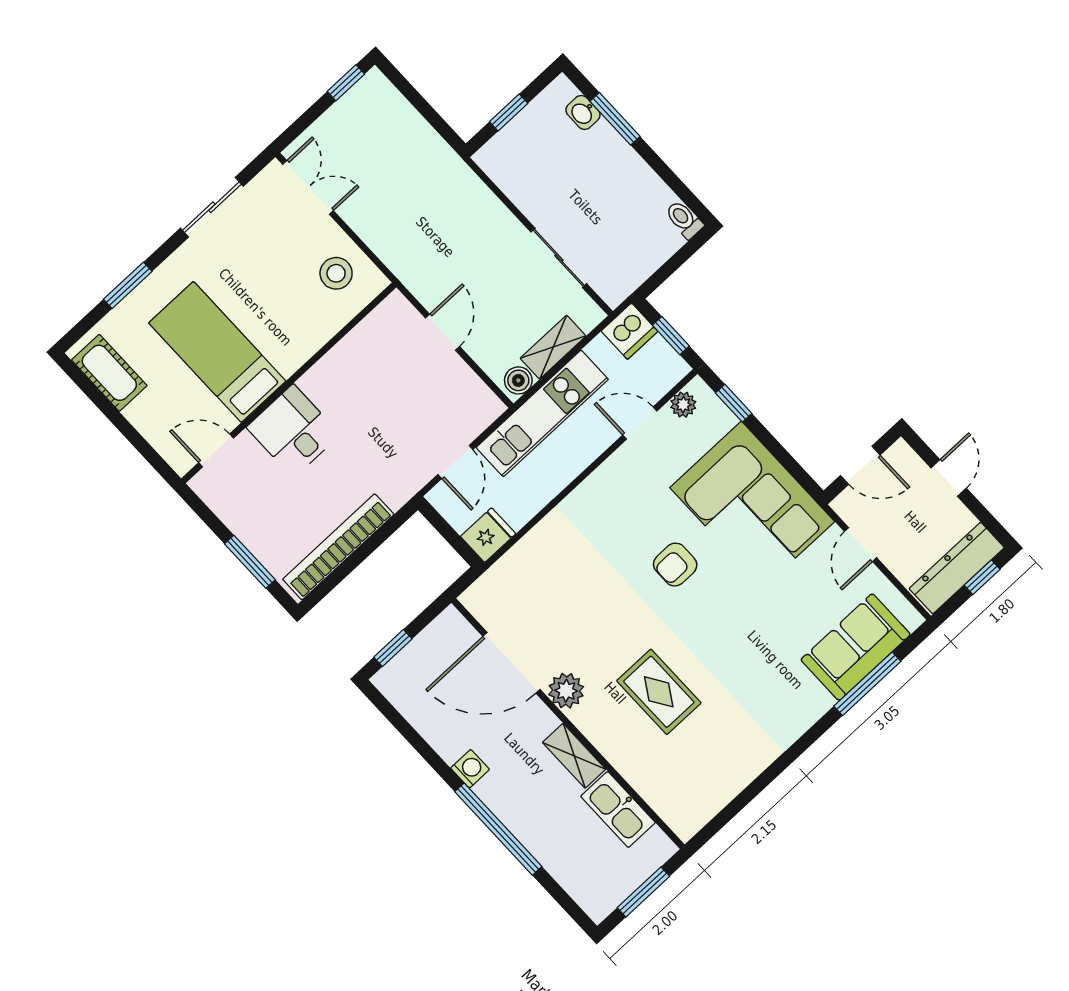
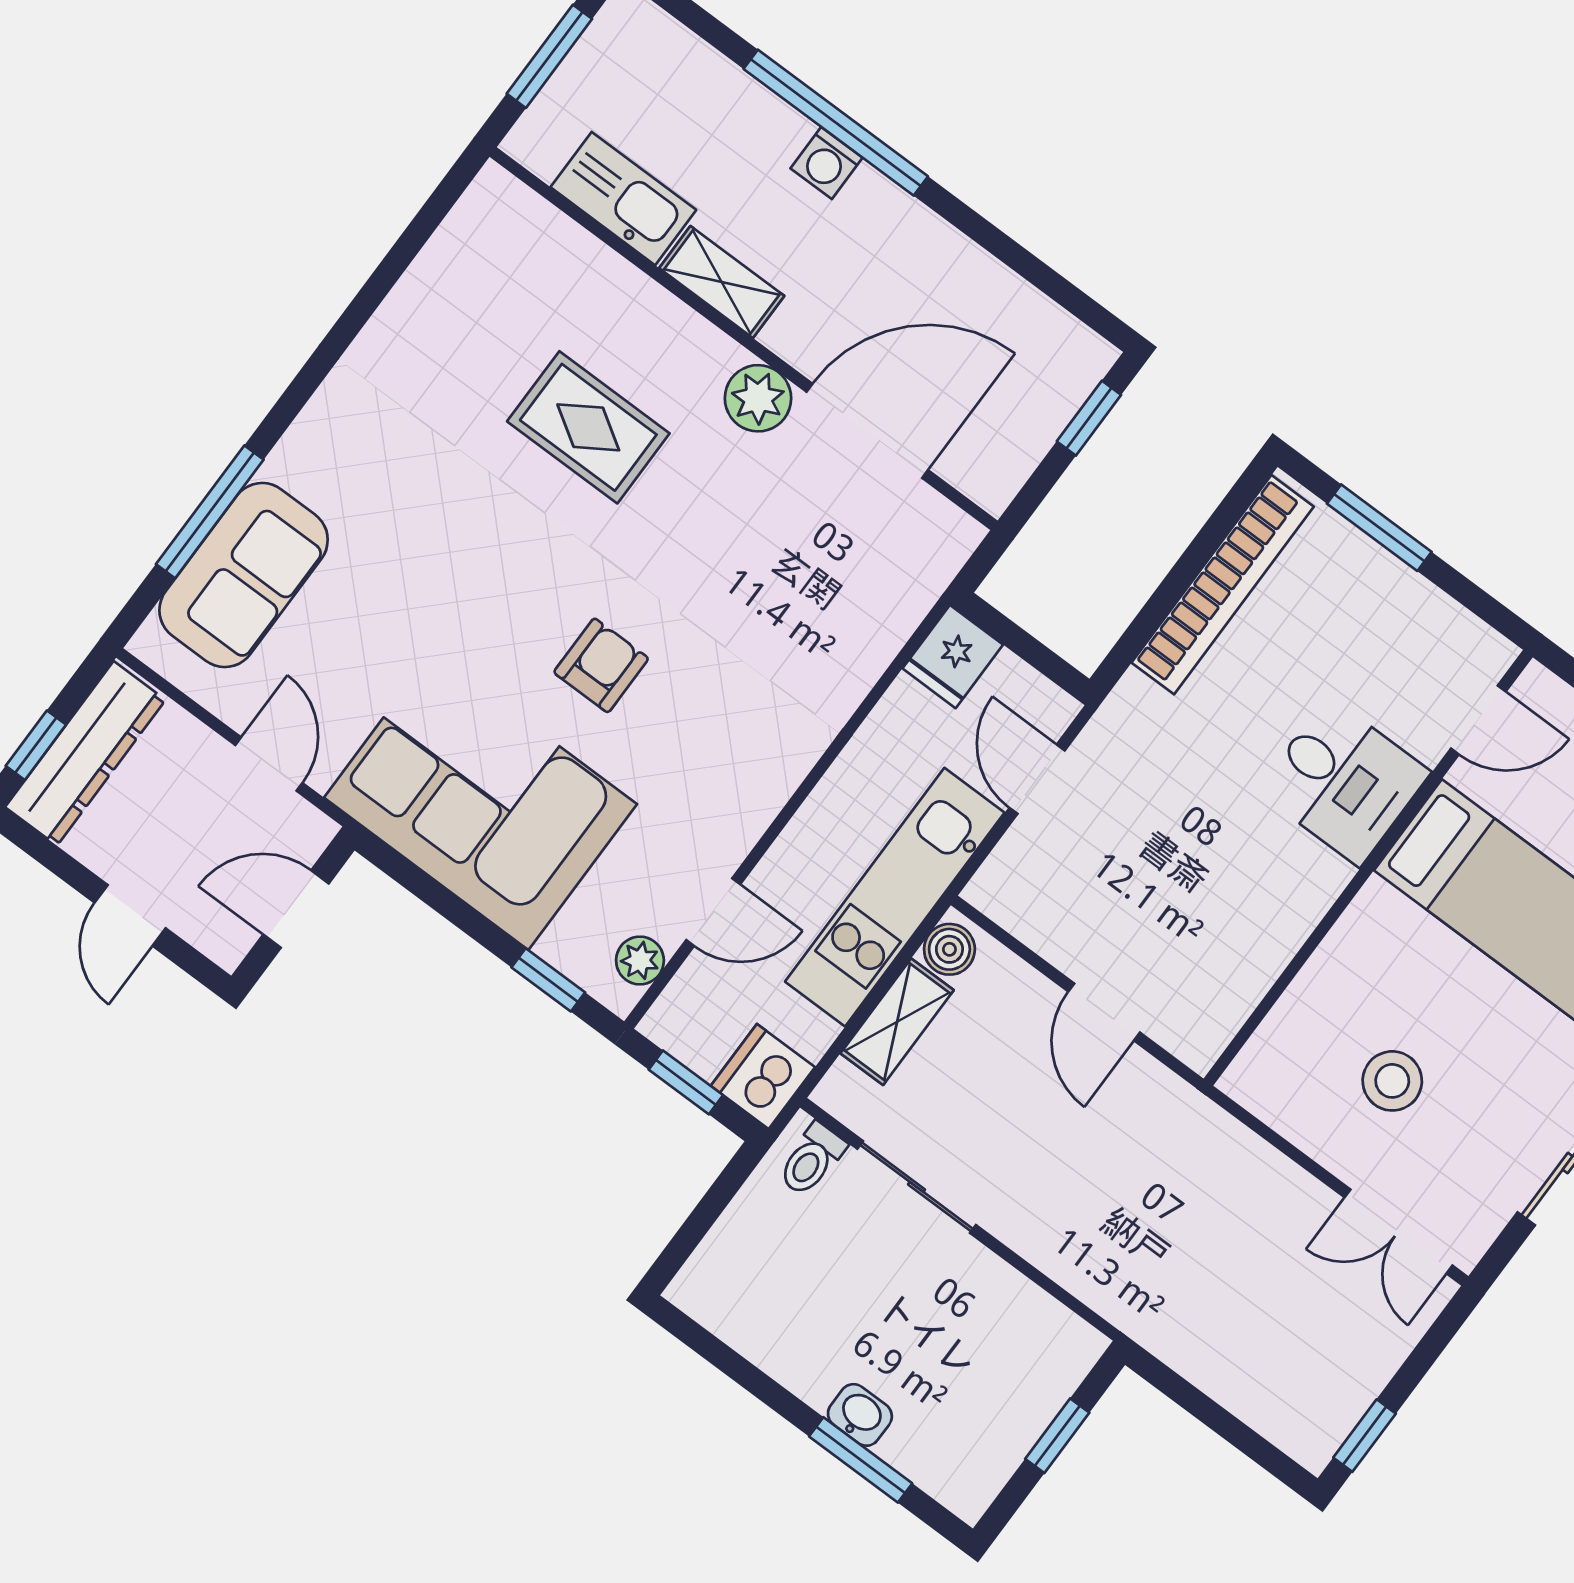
washbasin: (583, 113) -> (860, 1415), moved
toilet: (684, 220) -> (812, 1160), moved, turned 90
stool: (336, 273) -> (1392, 1081), moved
washing machine: (470, 769) -> (826, 163), moved

